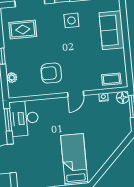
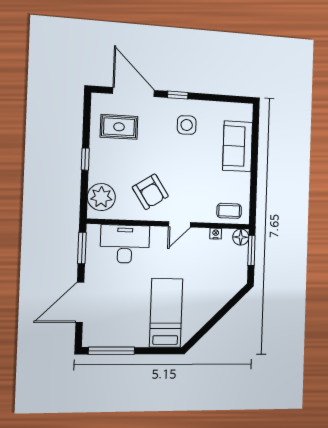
armchair: (51, 73) -> (150, 192), turned -123
plant: (12, 78) -> (101, 197), width x1.87, depth x1.87
desk: (24, 118) -> (125, 244), moved, turned 90

